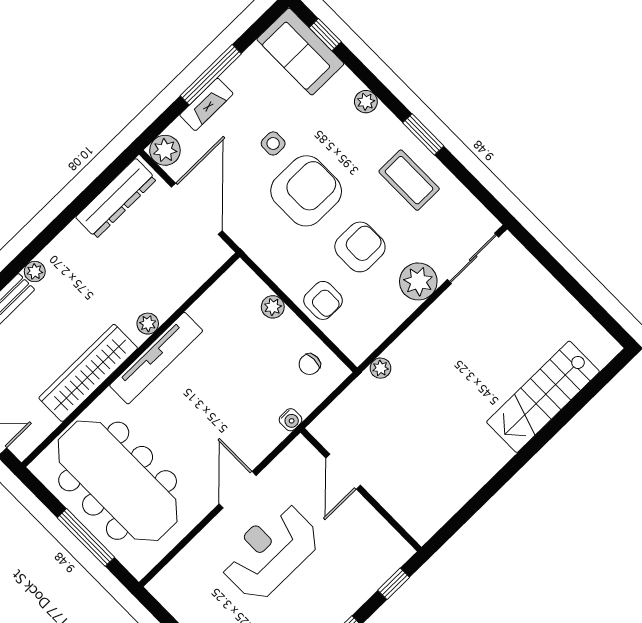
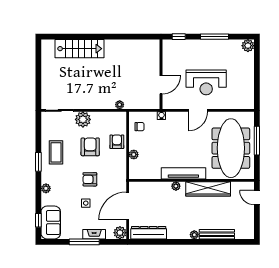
armchair: (306, 191) -> (90, 179), width x0.53, depth x0.53
armchair: (360, 247) -> (90, 147), turned 90

